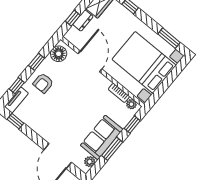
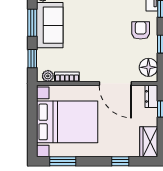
dresser: (83, 20) -> (151, 96), moved

